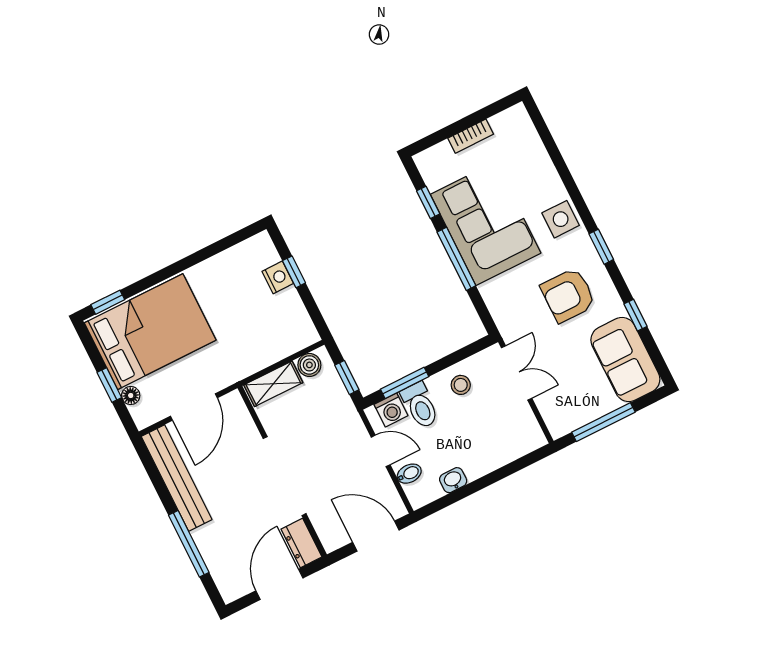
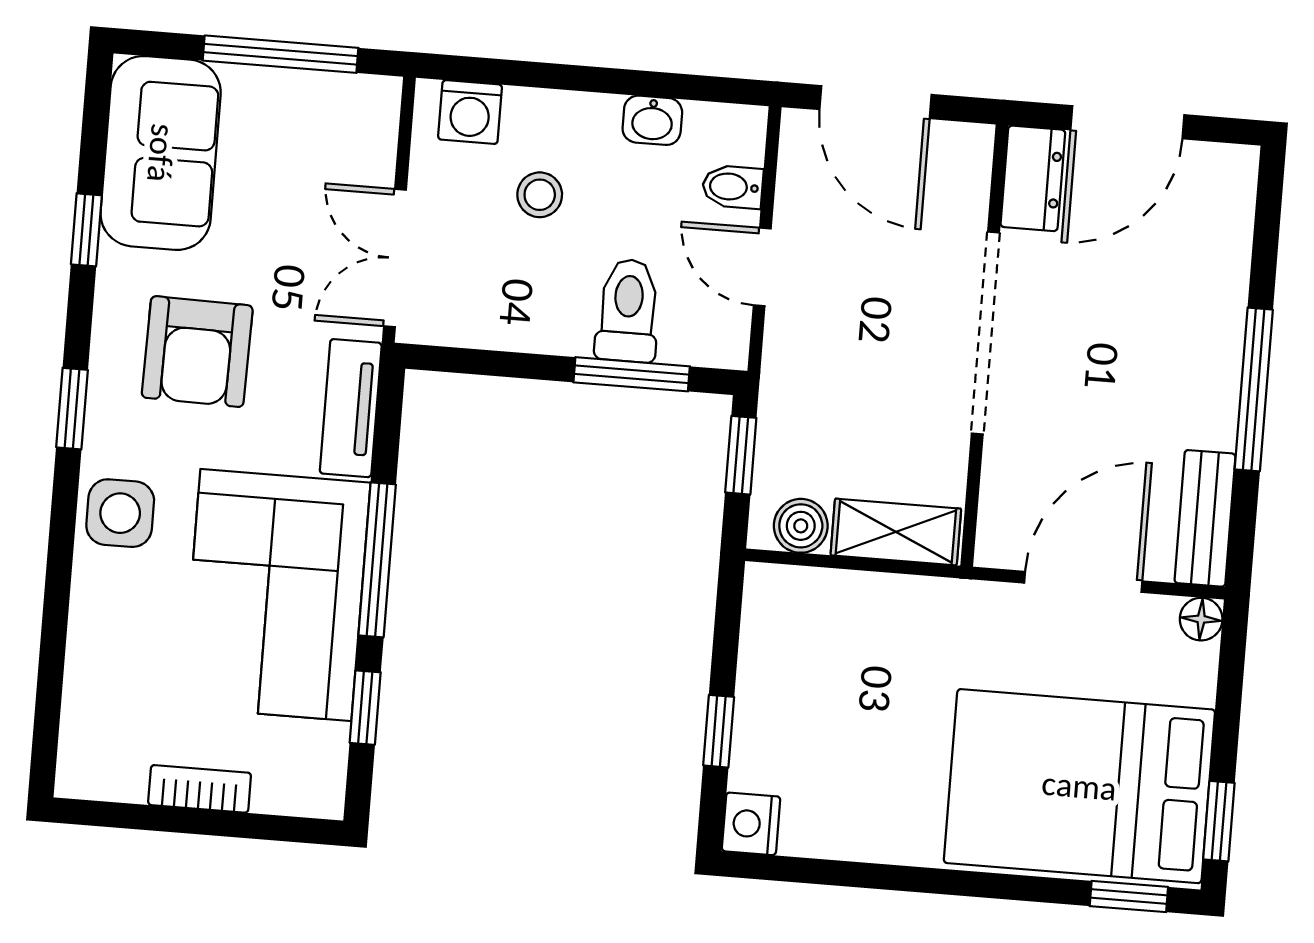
nightstand: (278, 277) -> (751, 824), moved
armchair: (568, 295) -> (197, 352), turned 91
tv unit: (500, 308) -> (351, 408), added
window: (109, 385) -> (1219, 821), moved
stool: (461, 385) -> (540, 195), moved
floor lamp: (131, 395) -> (1201, 619), moved
washing machine: (391, 410) -> (470, 112), moved, turned 180
bench: (177, 478) -> (1205, 518), width x0.54, depth x0.82
window: (189, 544) -> (1254, 389), moved

